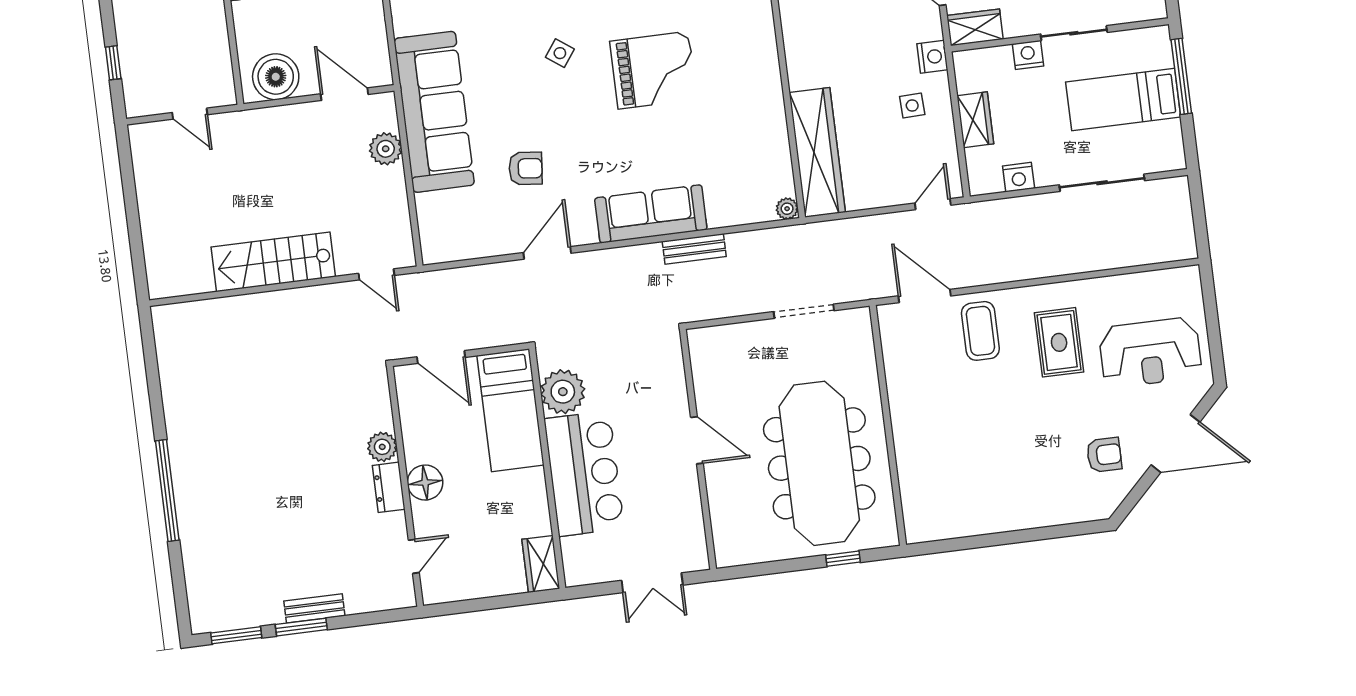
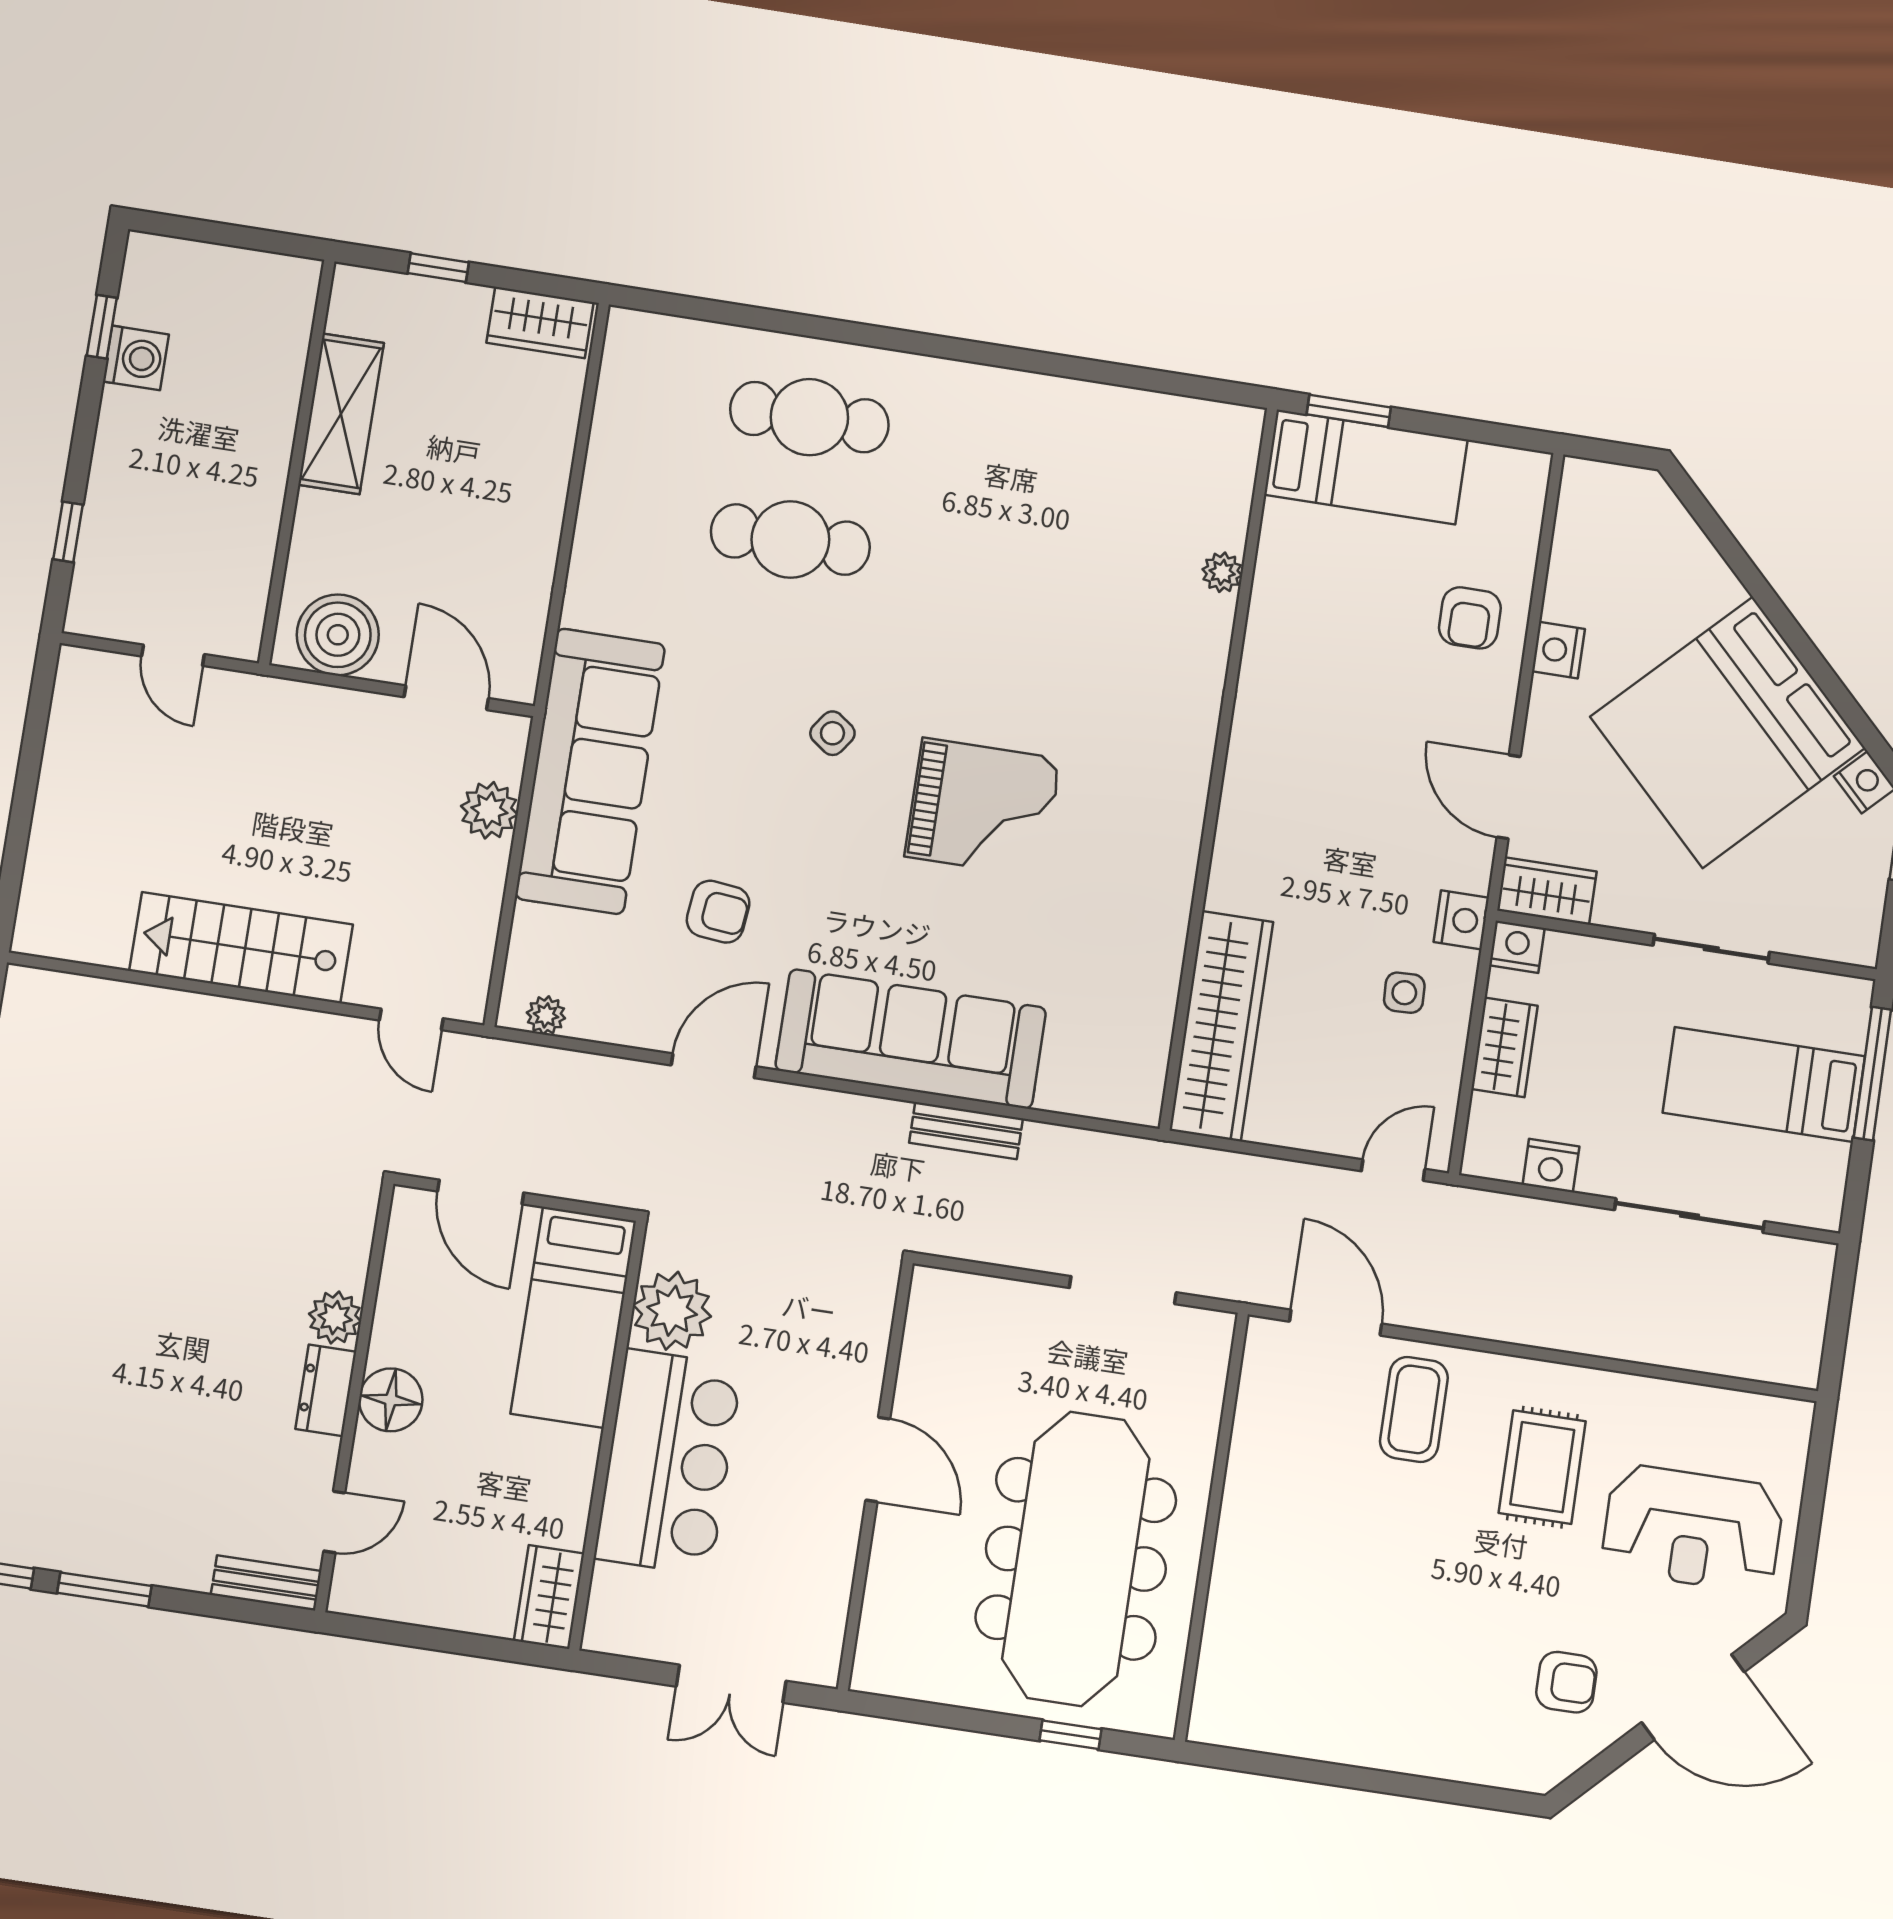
nightstand: (1028, 55) -> (1517, 947), moved
plant: (787, 209) -> (546, 1015), moved
sofa: (651, 214) -> (911, 1039), width x1.36, depth x1.27
bench: (314, 608) -> (266, 1583), moved

